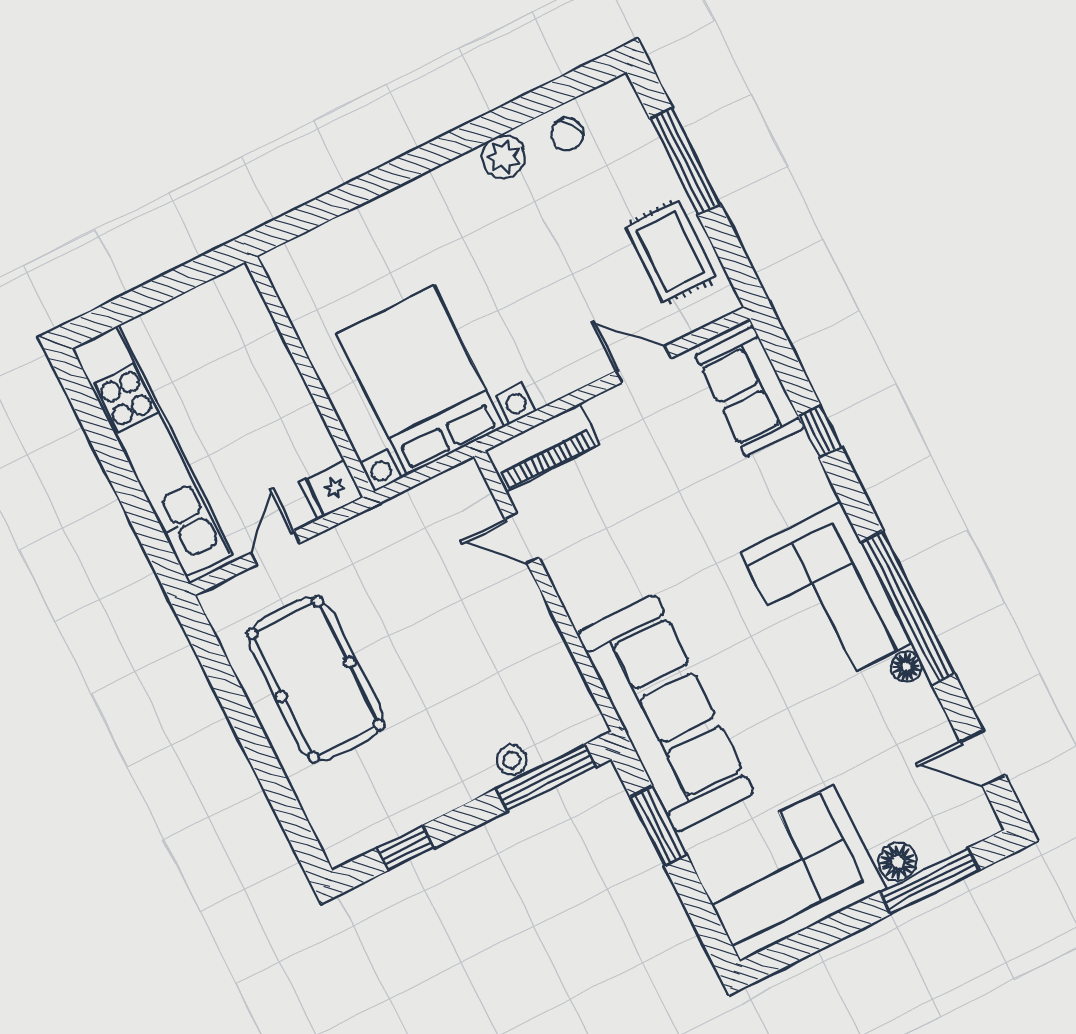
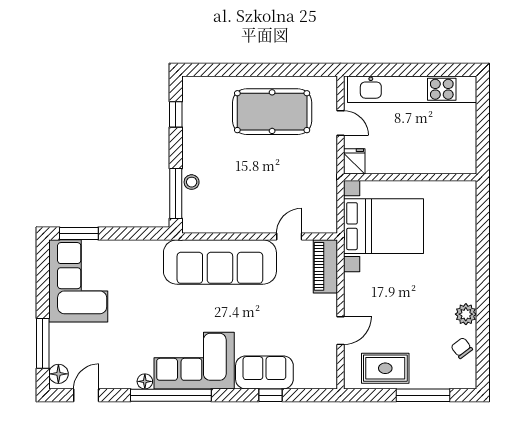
sofa: (750, 392) -> (264, 372), moved
sofa: (666, 714) -> (220, 262), moved
window: (658, 826) -> (79, 233), moved
floor lamp: (898, 862) -> (58, 374), moved

